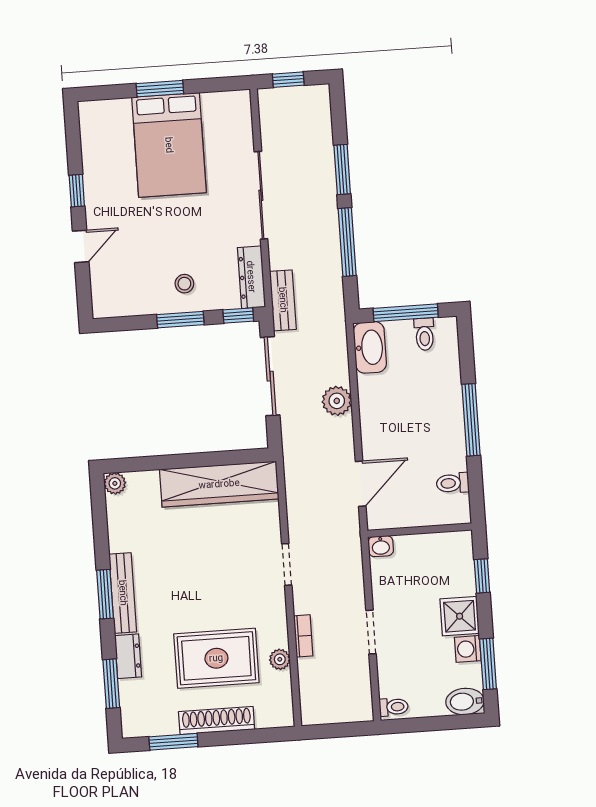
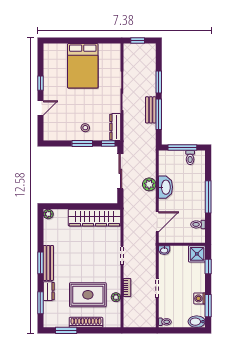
window: (160, 89) -> (80, 41), removed
bench: (283, 300) -> (151, 110), moved
washbasin: (370, 347) -> (166, 187), moved
shower: (460, 616) -> (197, 254), moved

